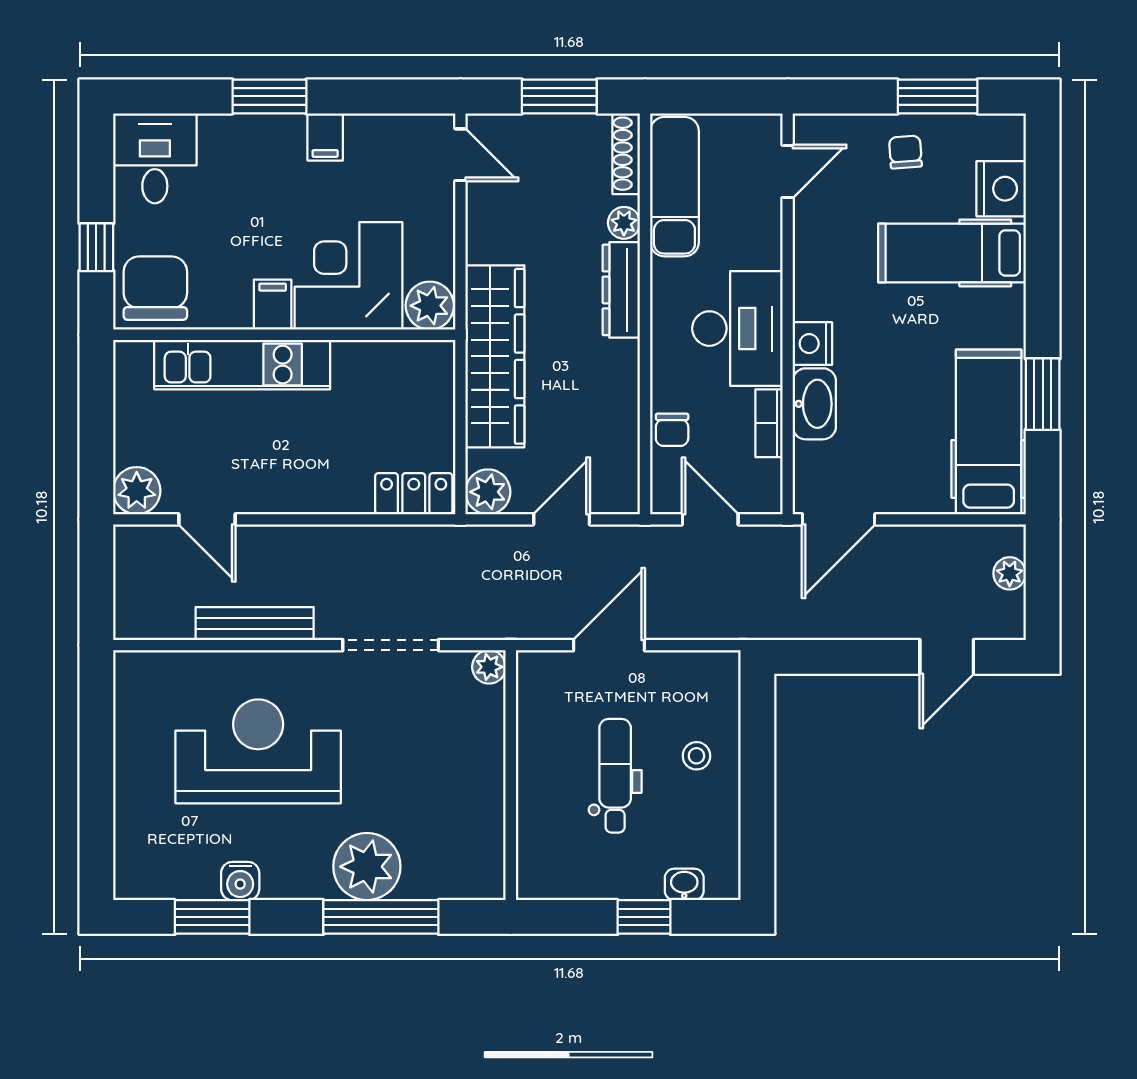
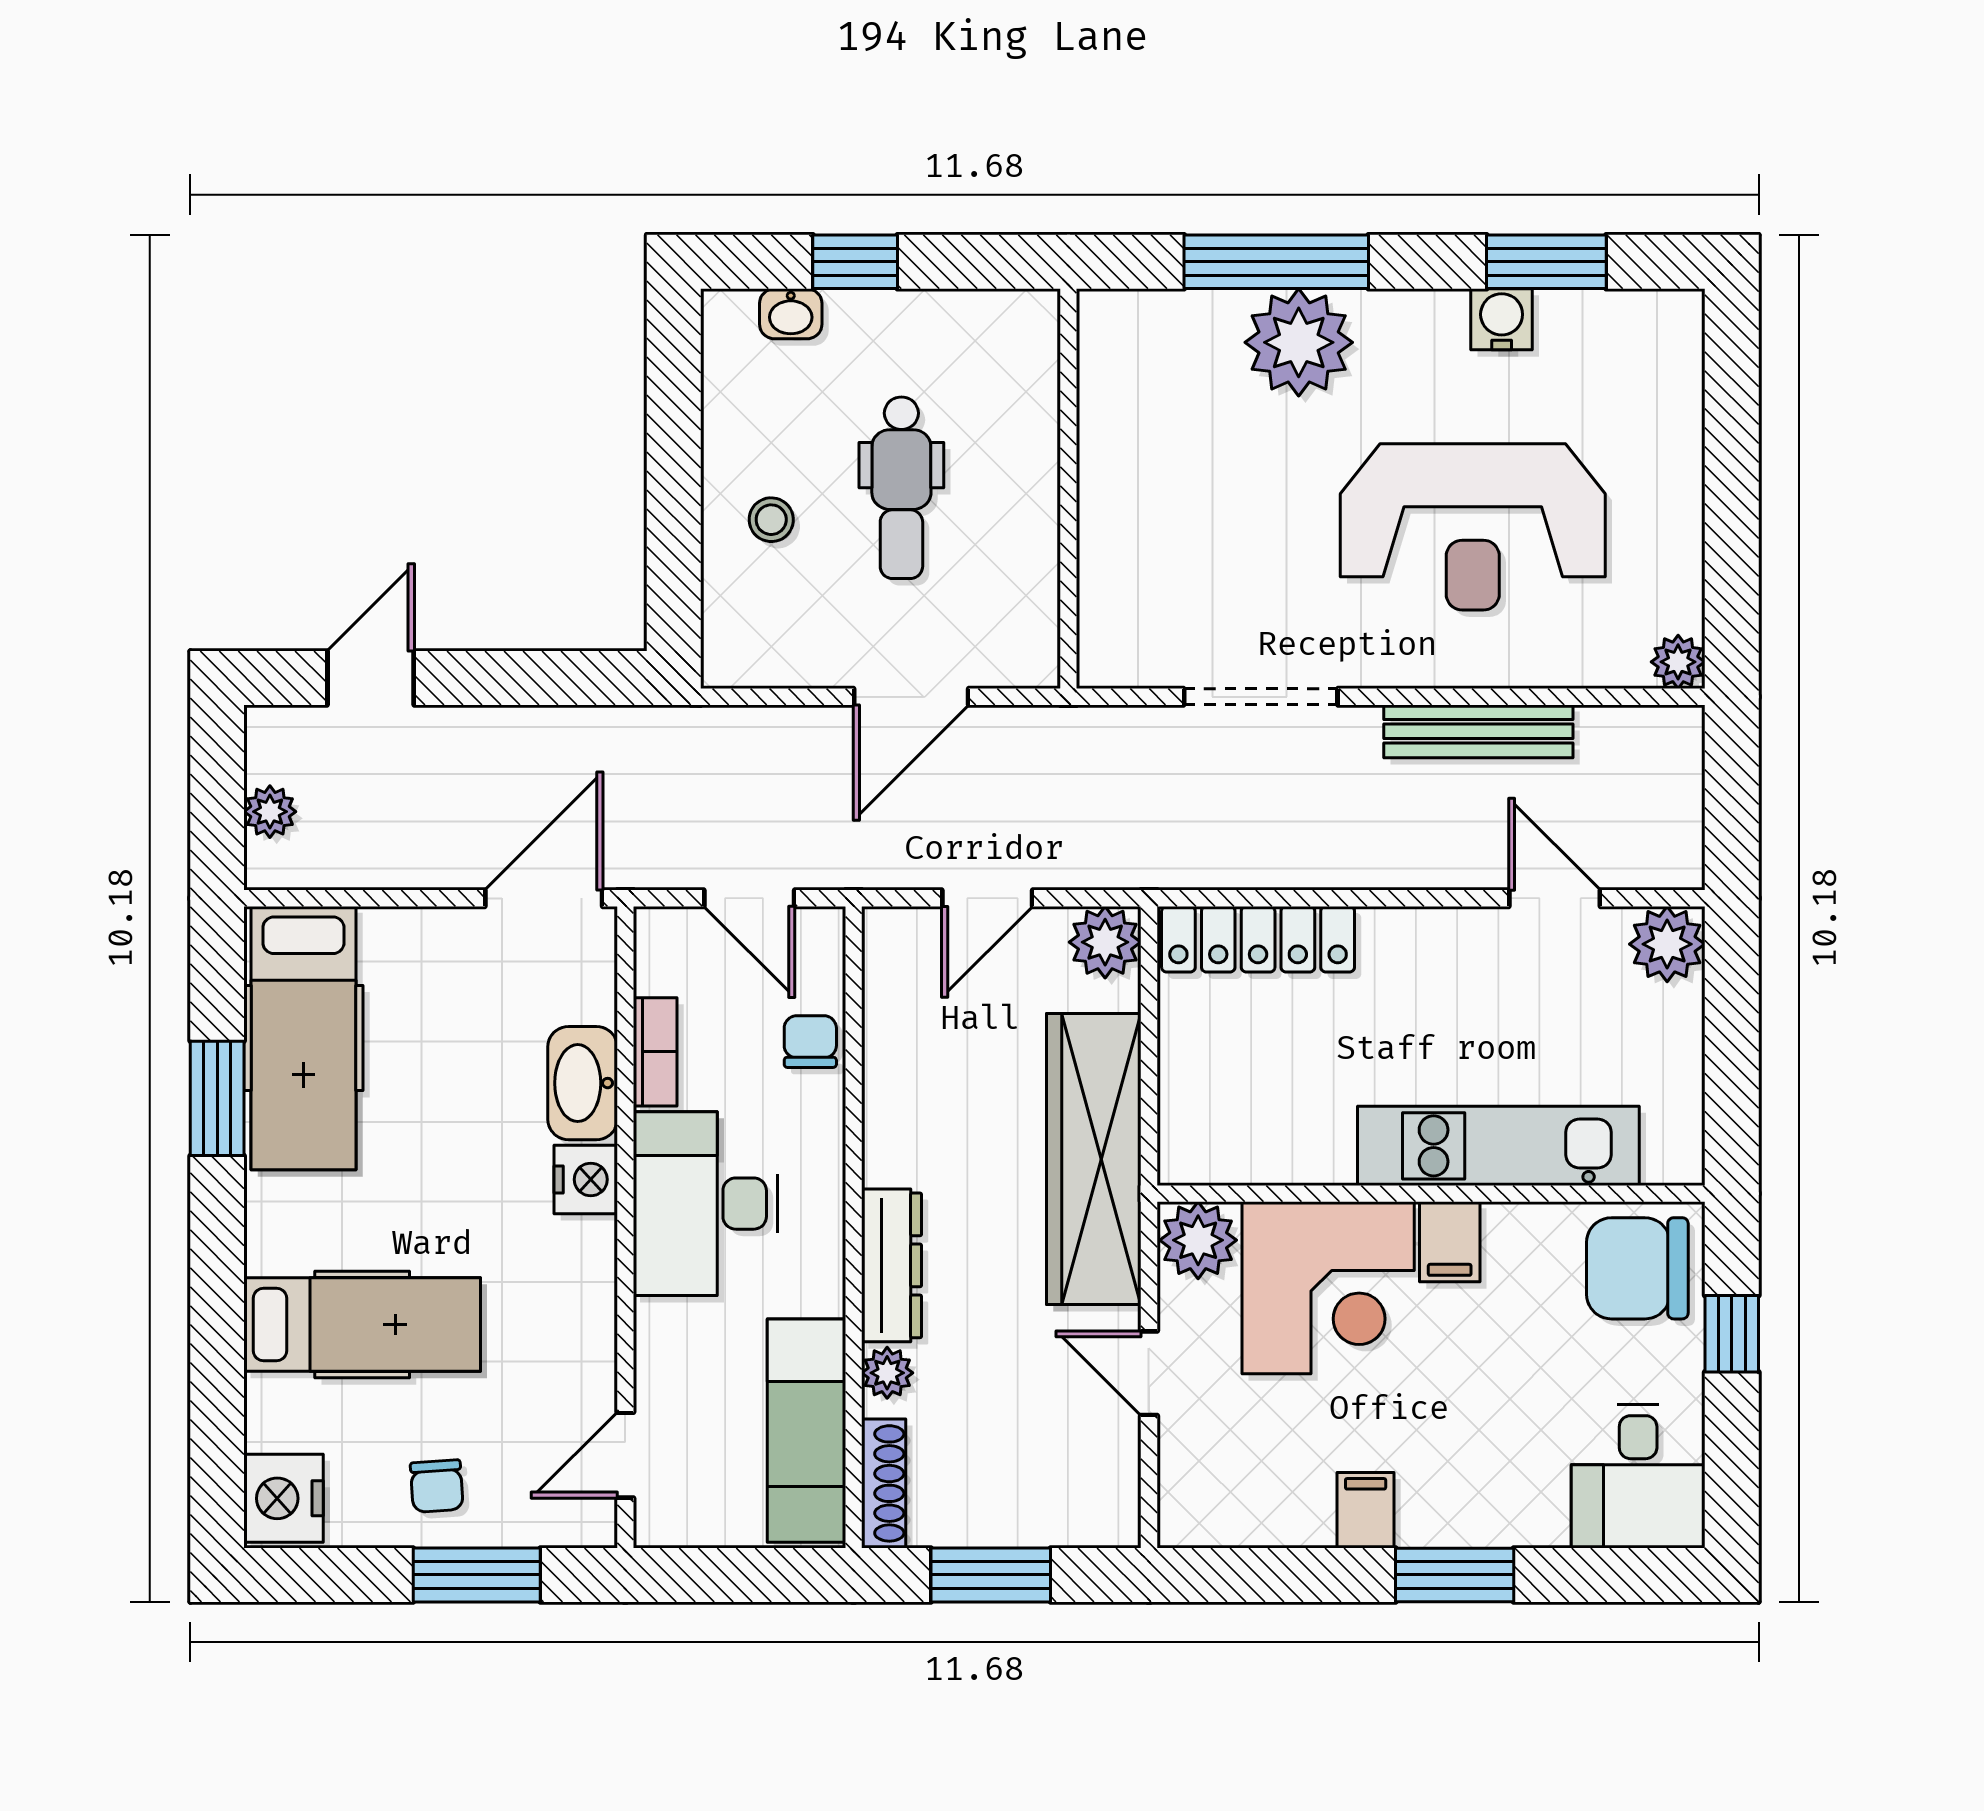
window: (938, 96) -> (477, 1575), moved
door: (460, 155) -> (1149, 1373), moved
nightstand: (1001, 189) -> (284, 1498), moved
chair: (155, 288) -> (1637, 1268), turned 90
locker: (414, 494) -> (1258, 939), width x1.53
plant: (489, 667) -> (1678, 662), moved

